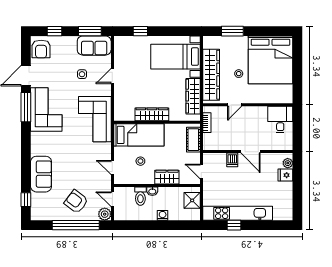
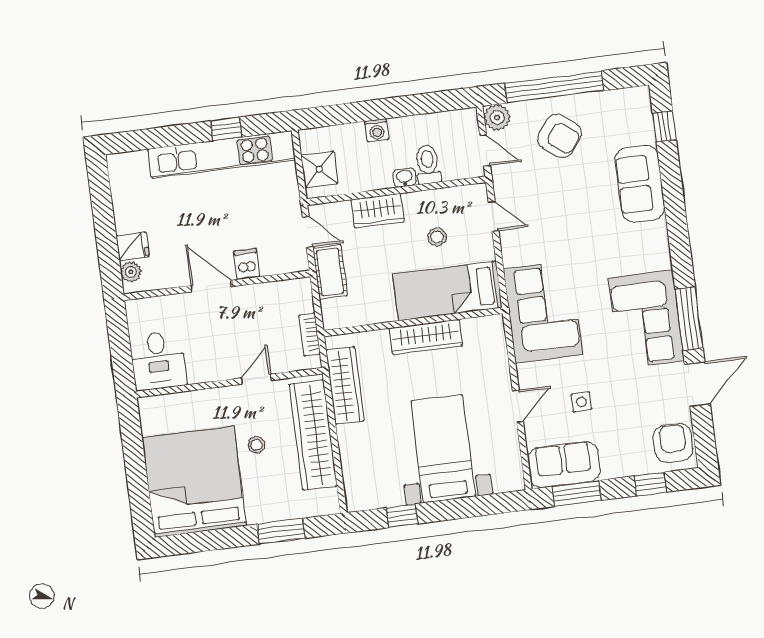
window: (140, 31) -> (402, 516), moved
bed with nightstands: (175, 57) -> (443, 449), moved, turned -90
cot: (193, 140) -> (330, 272), moved

